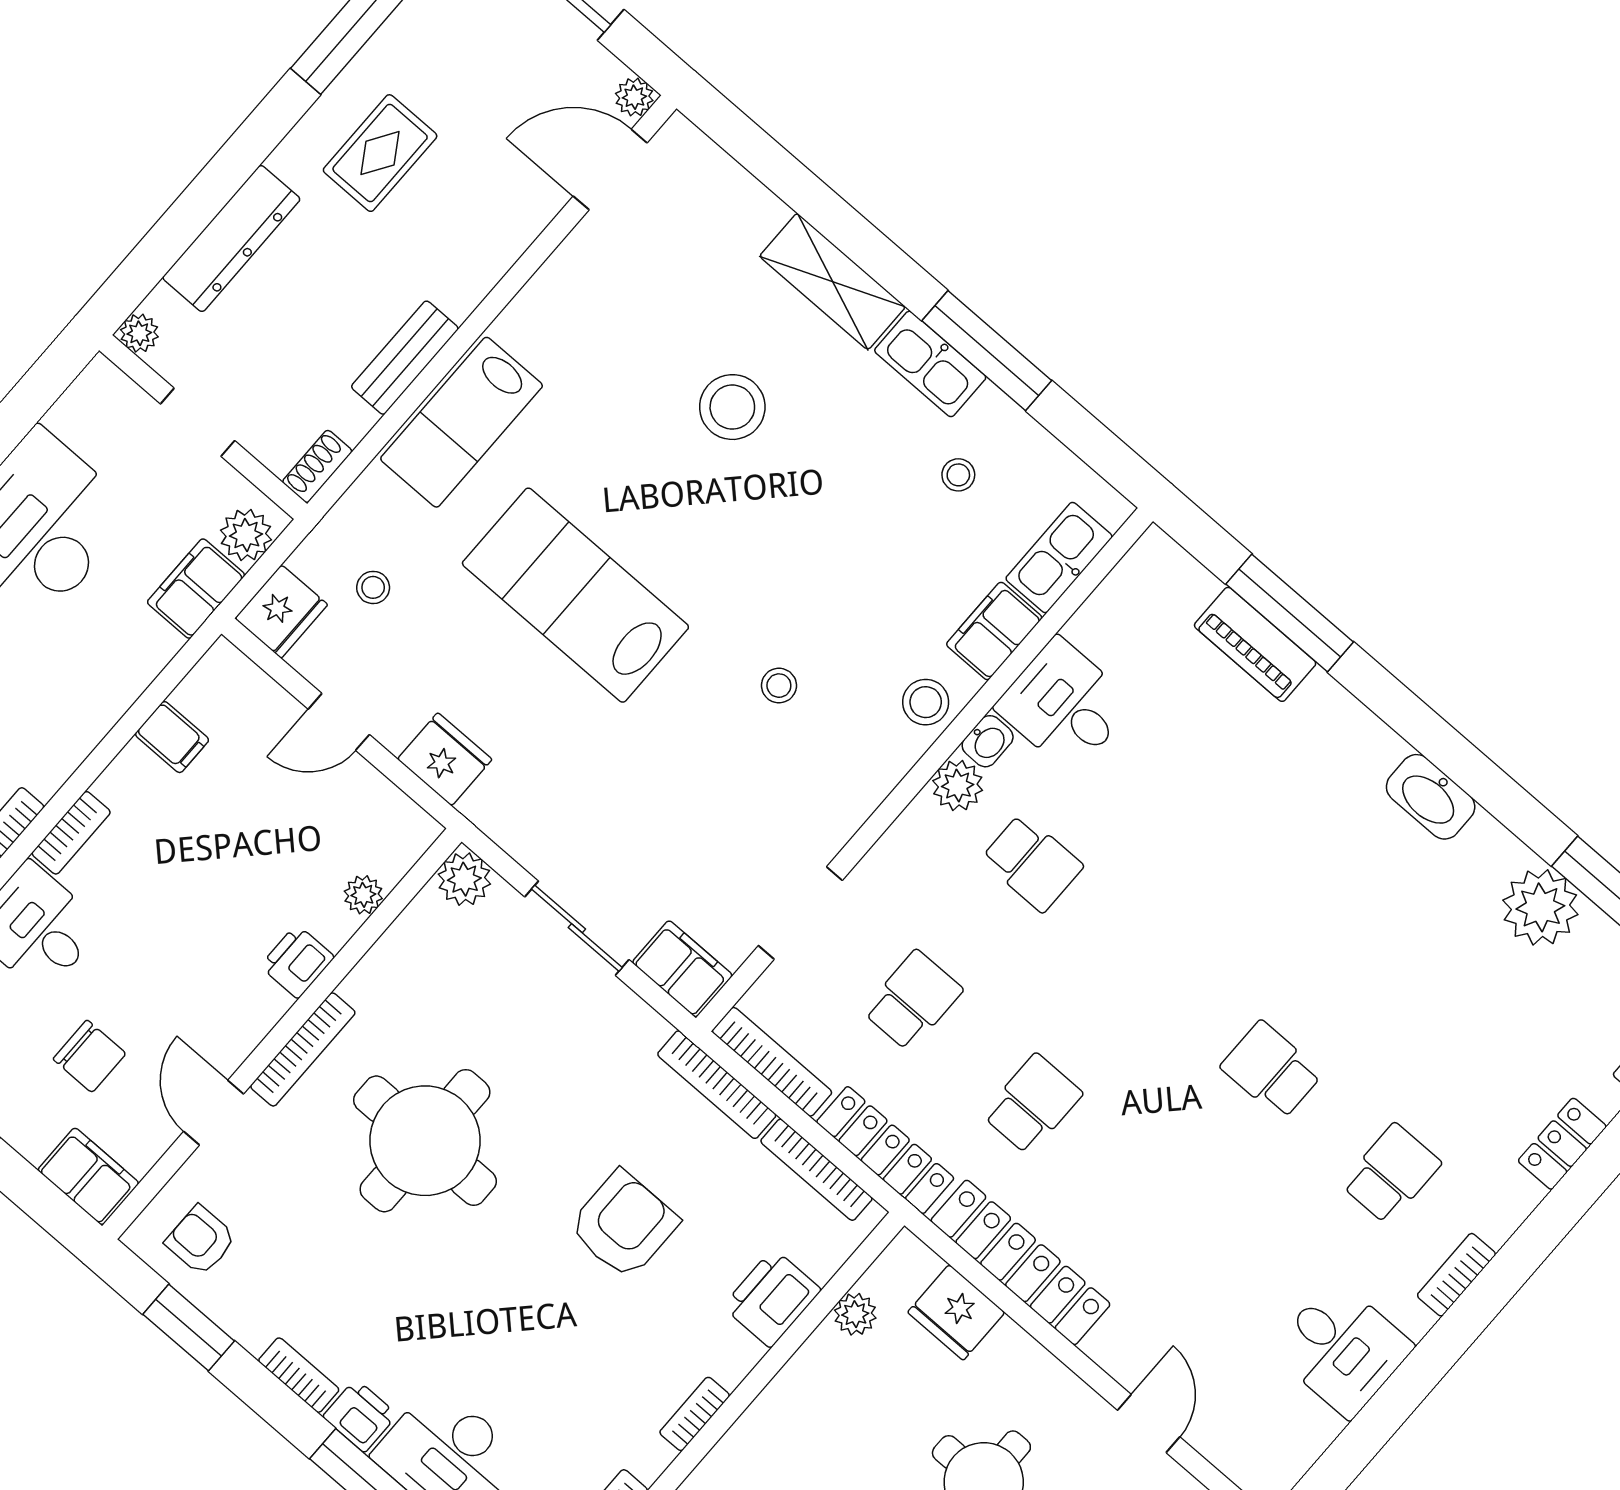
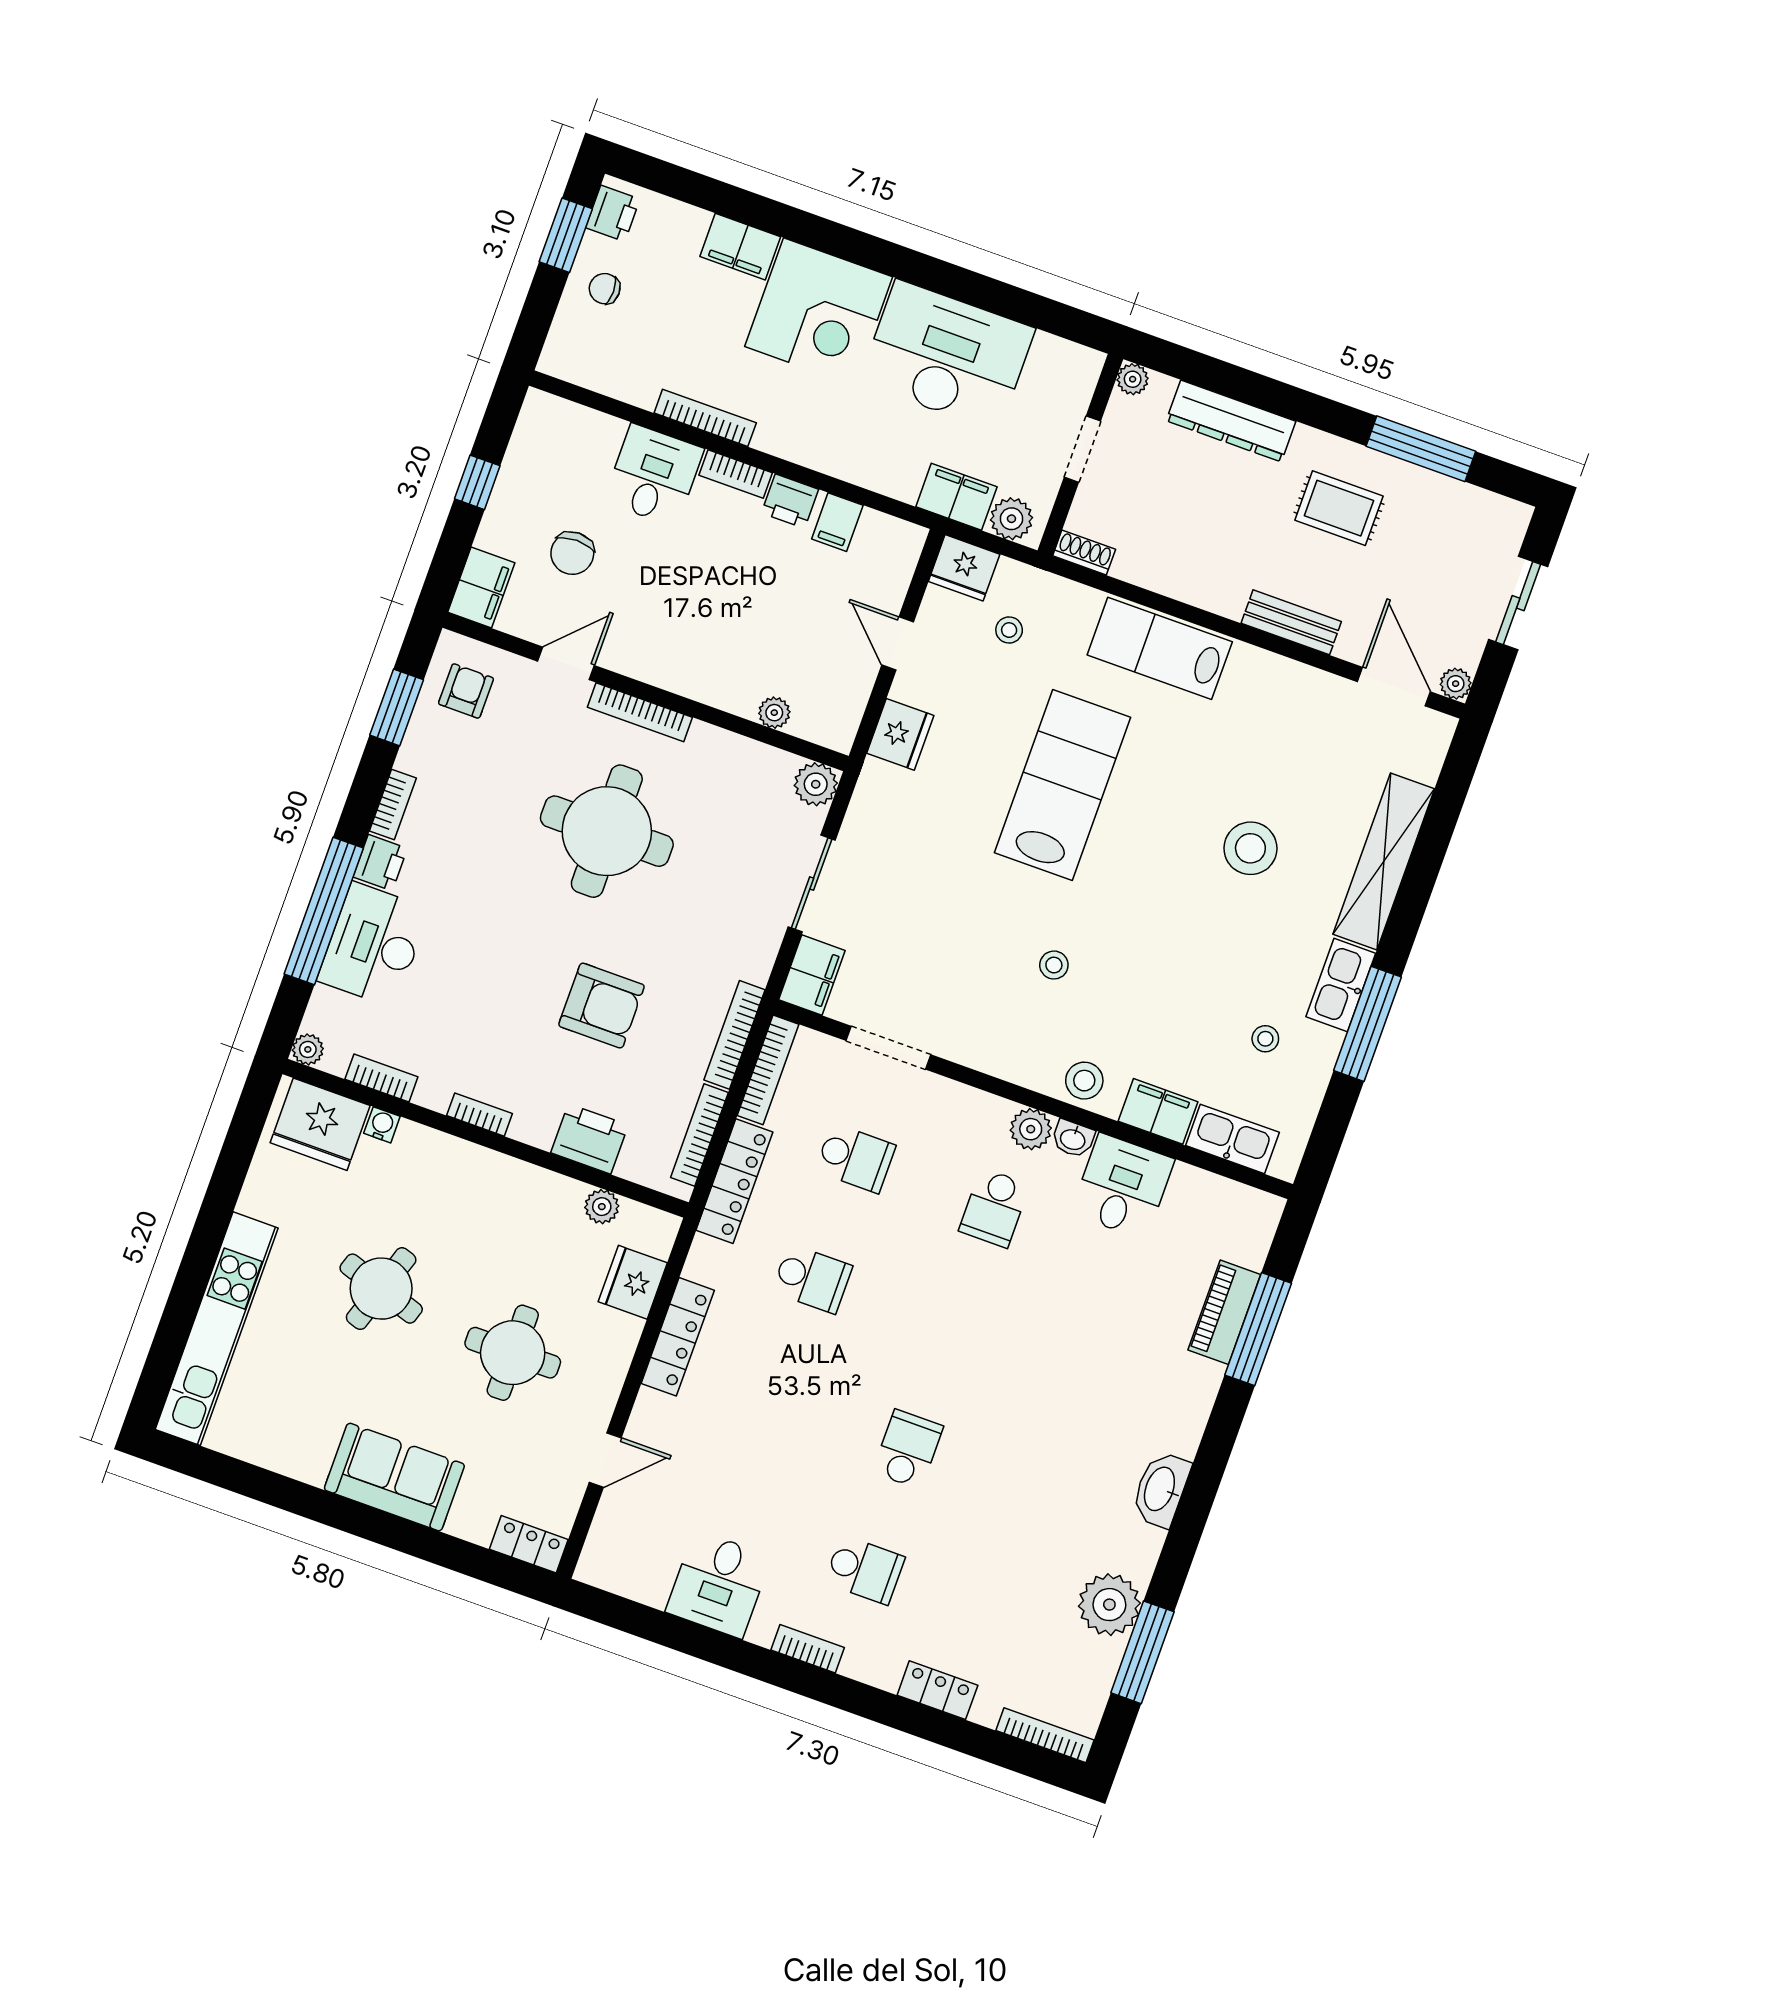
shelving: (832, 281) -> (1384, 861), width x1.47
bench: (405, 358) -> (1291, 622), moved
printer: (297, 962) -> (790, 501), moved, turned 180
locker: (1020, 1262) -> (678, 1337), width x0.71, depth x0.83

